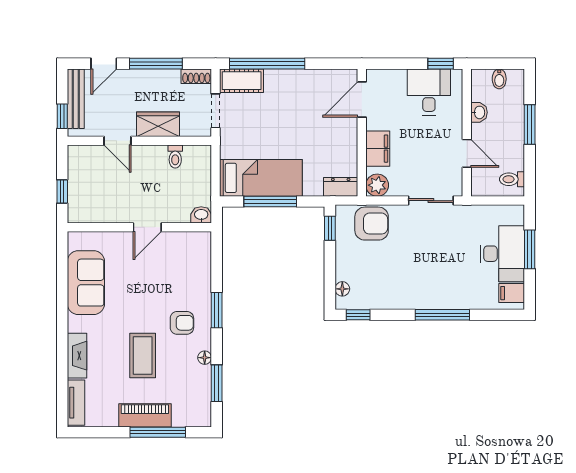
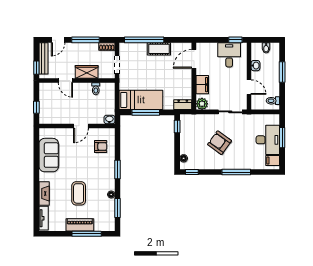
cot: (242, 81) -> (159, 49), moved
armchair: (372, 224) -> (220, 143), moved, turned -144
armchair: (182, 323) -> (101, 147), moved

